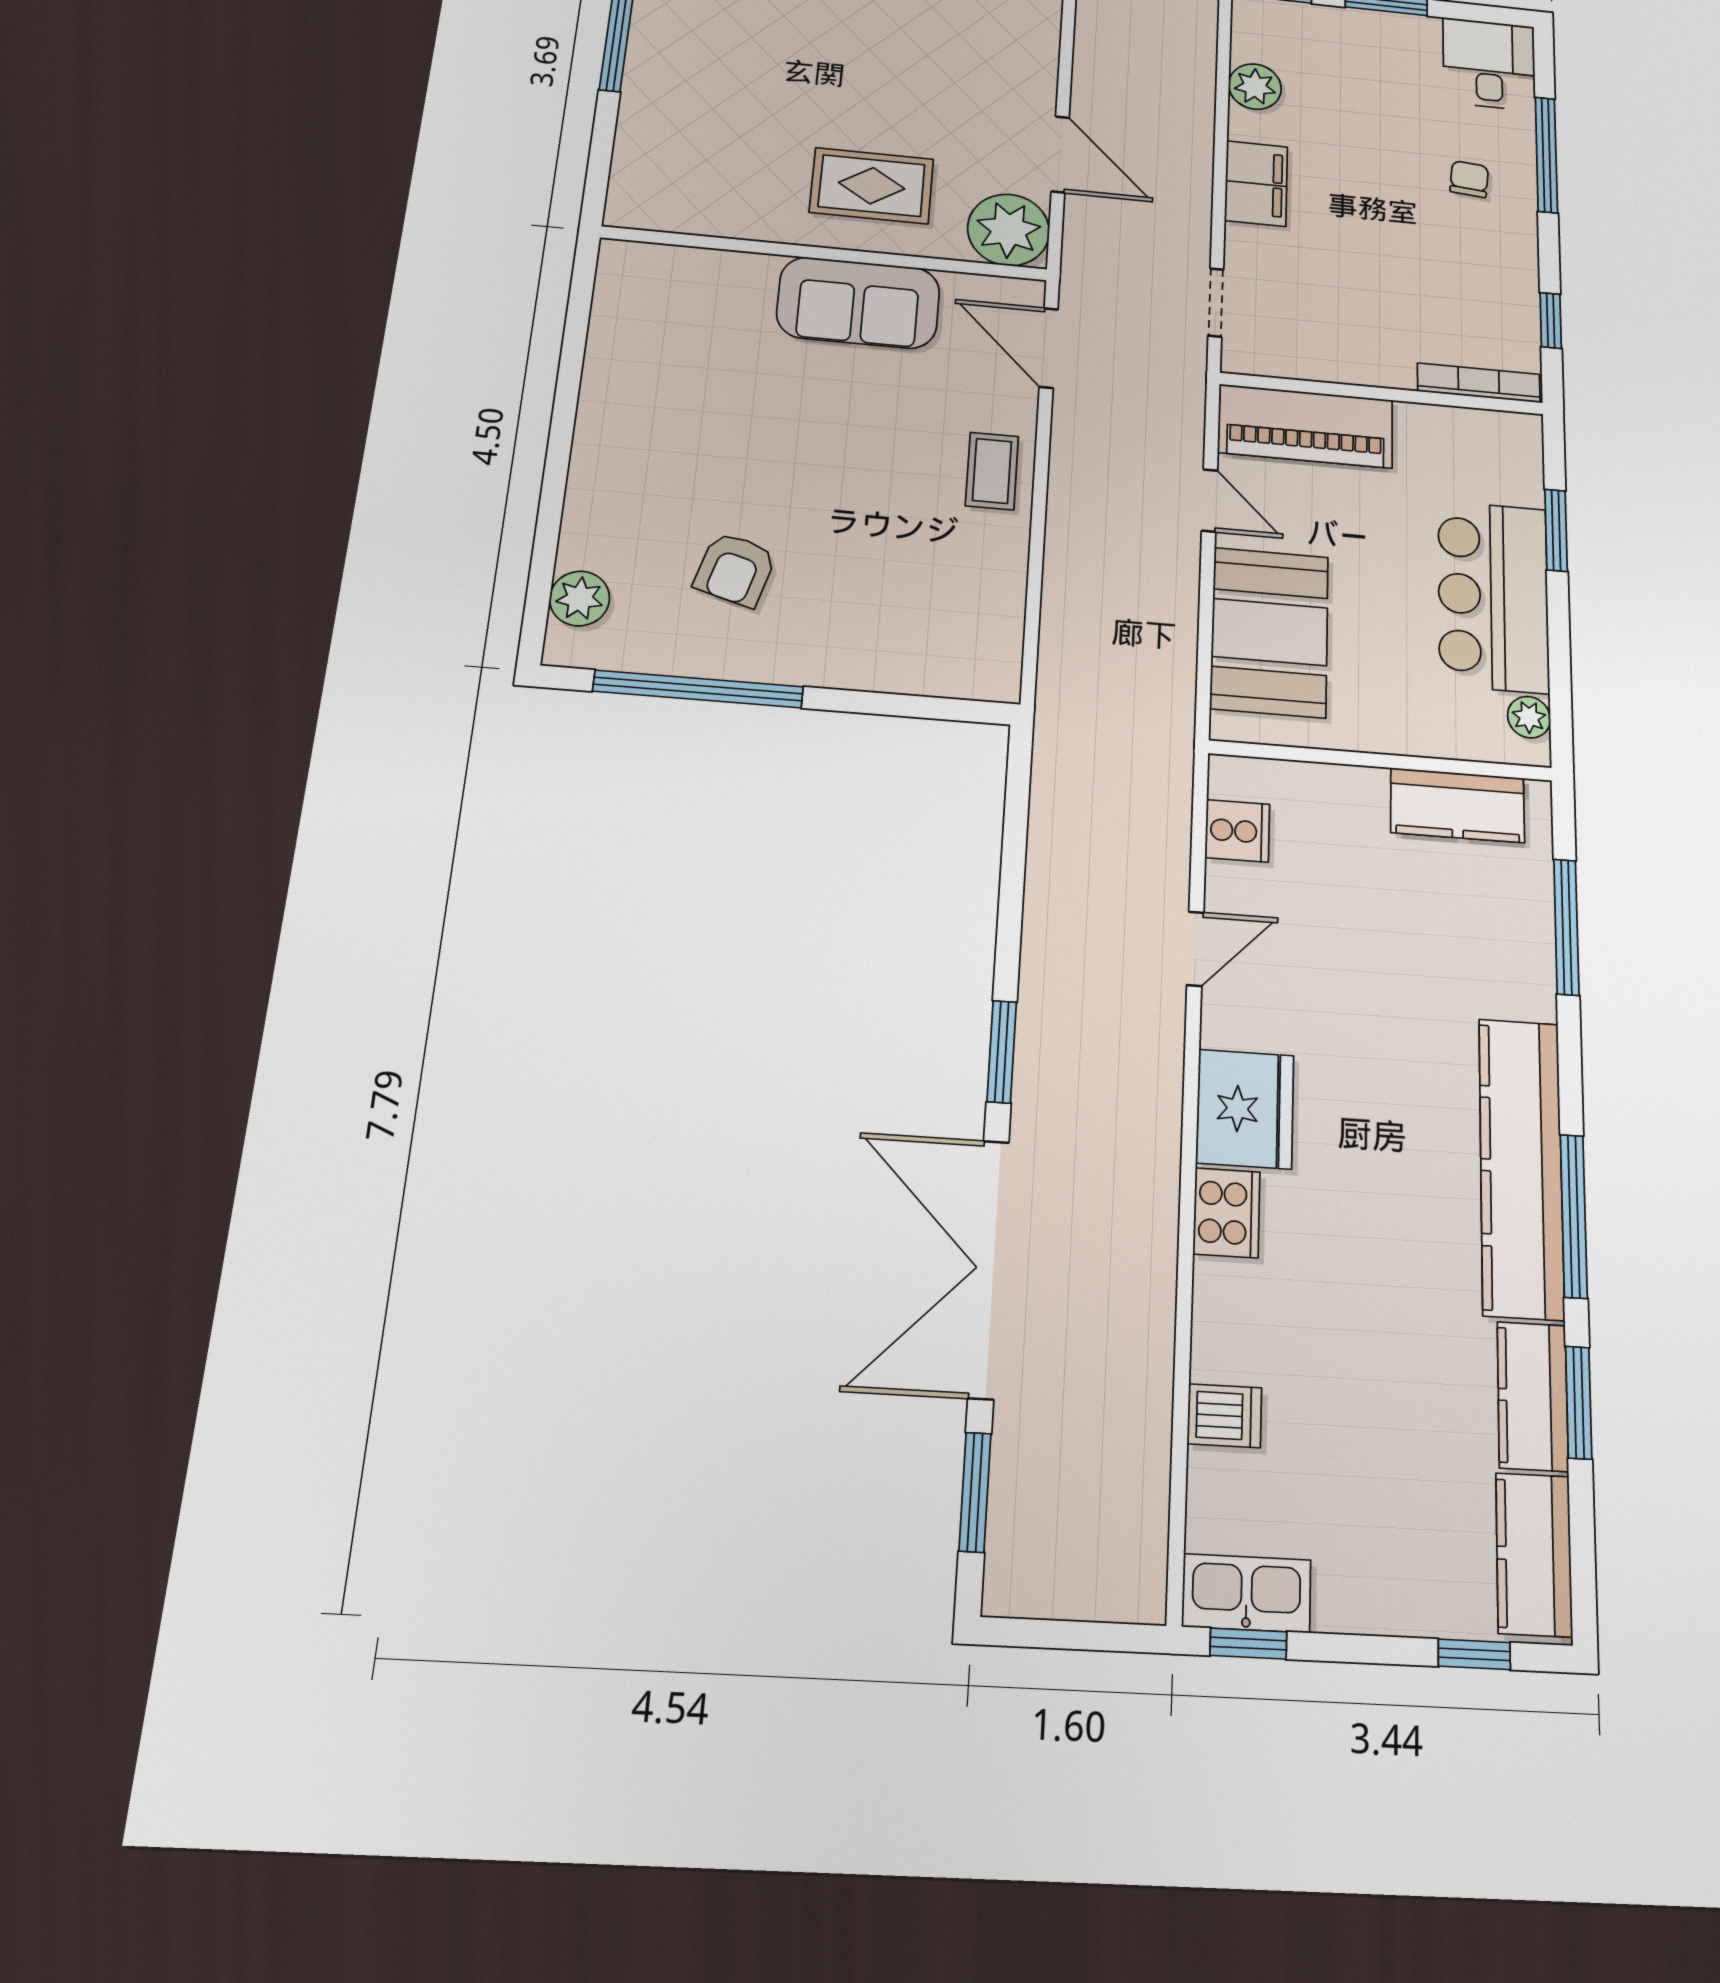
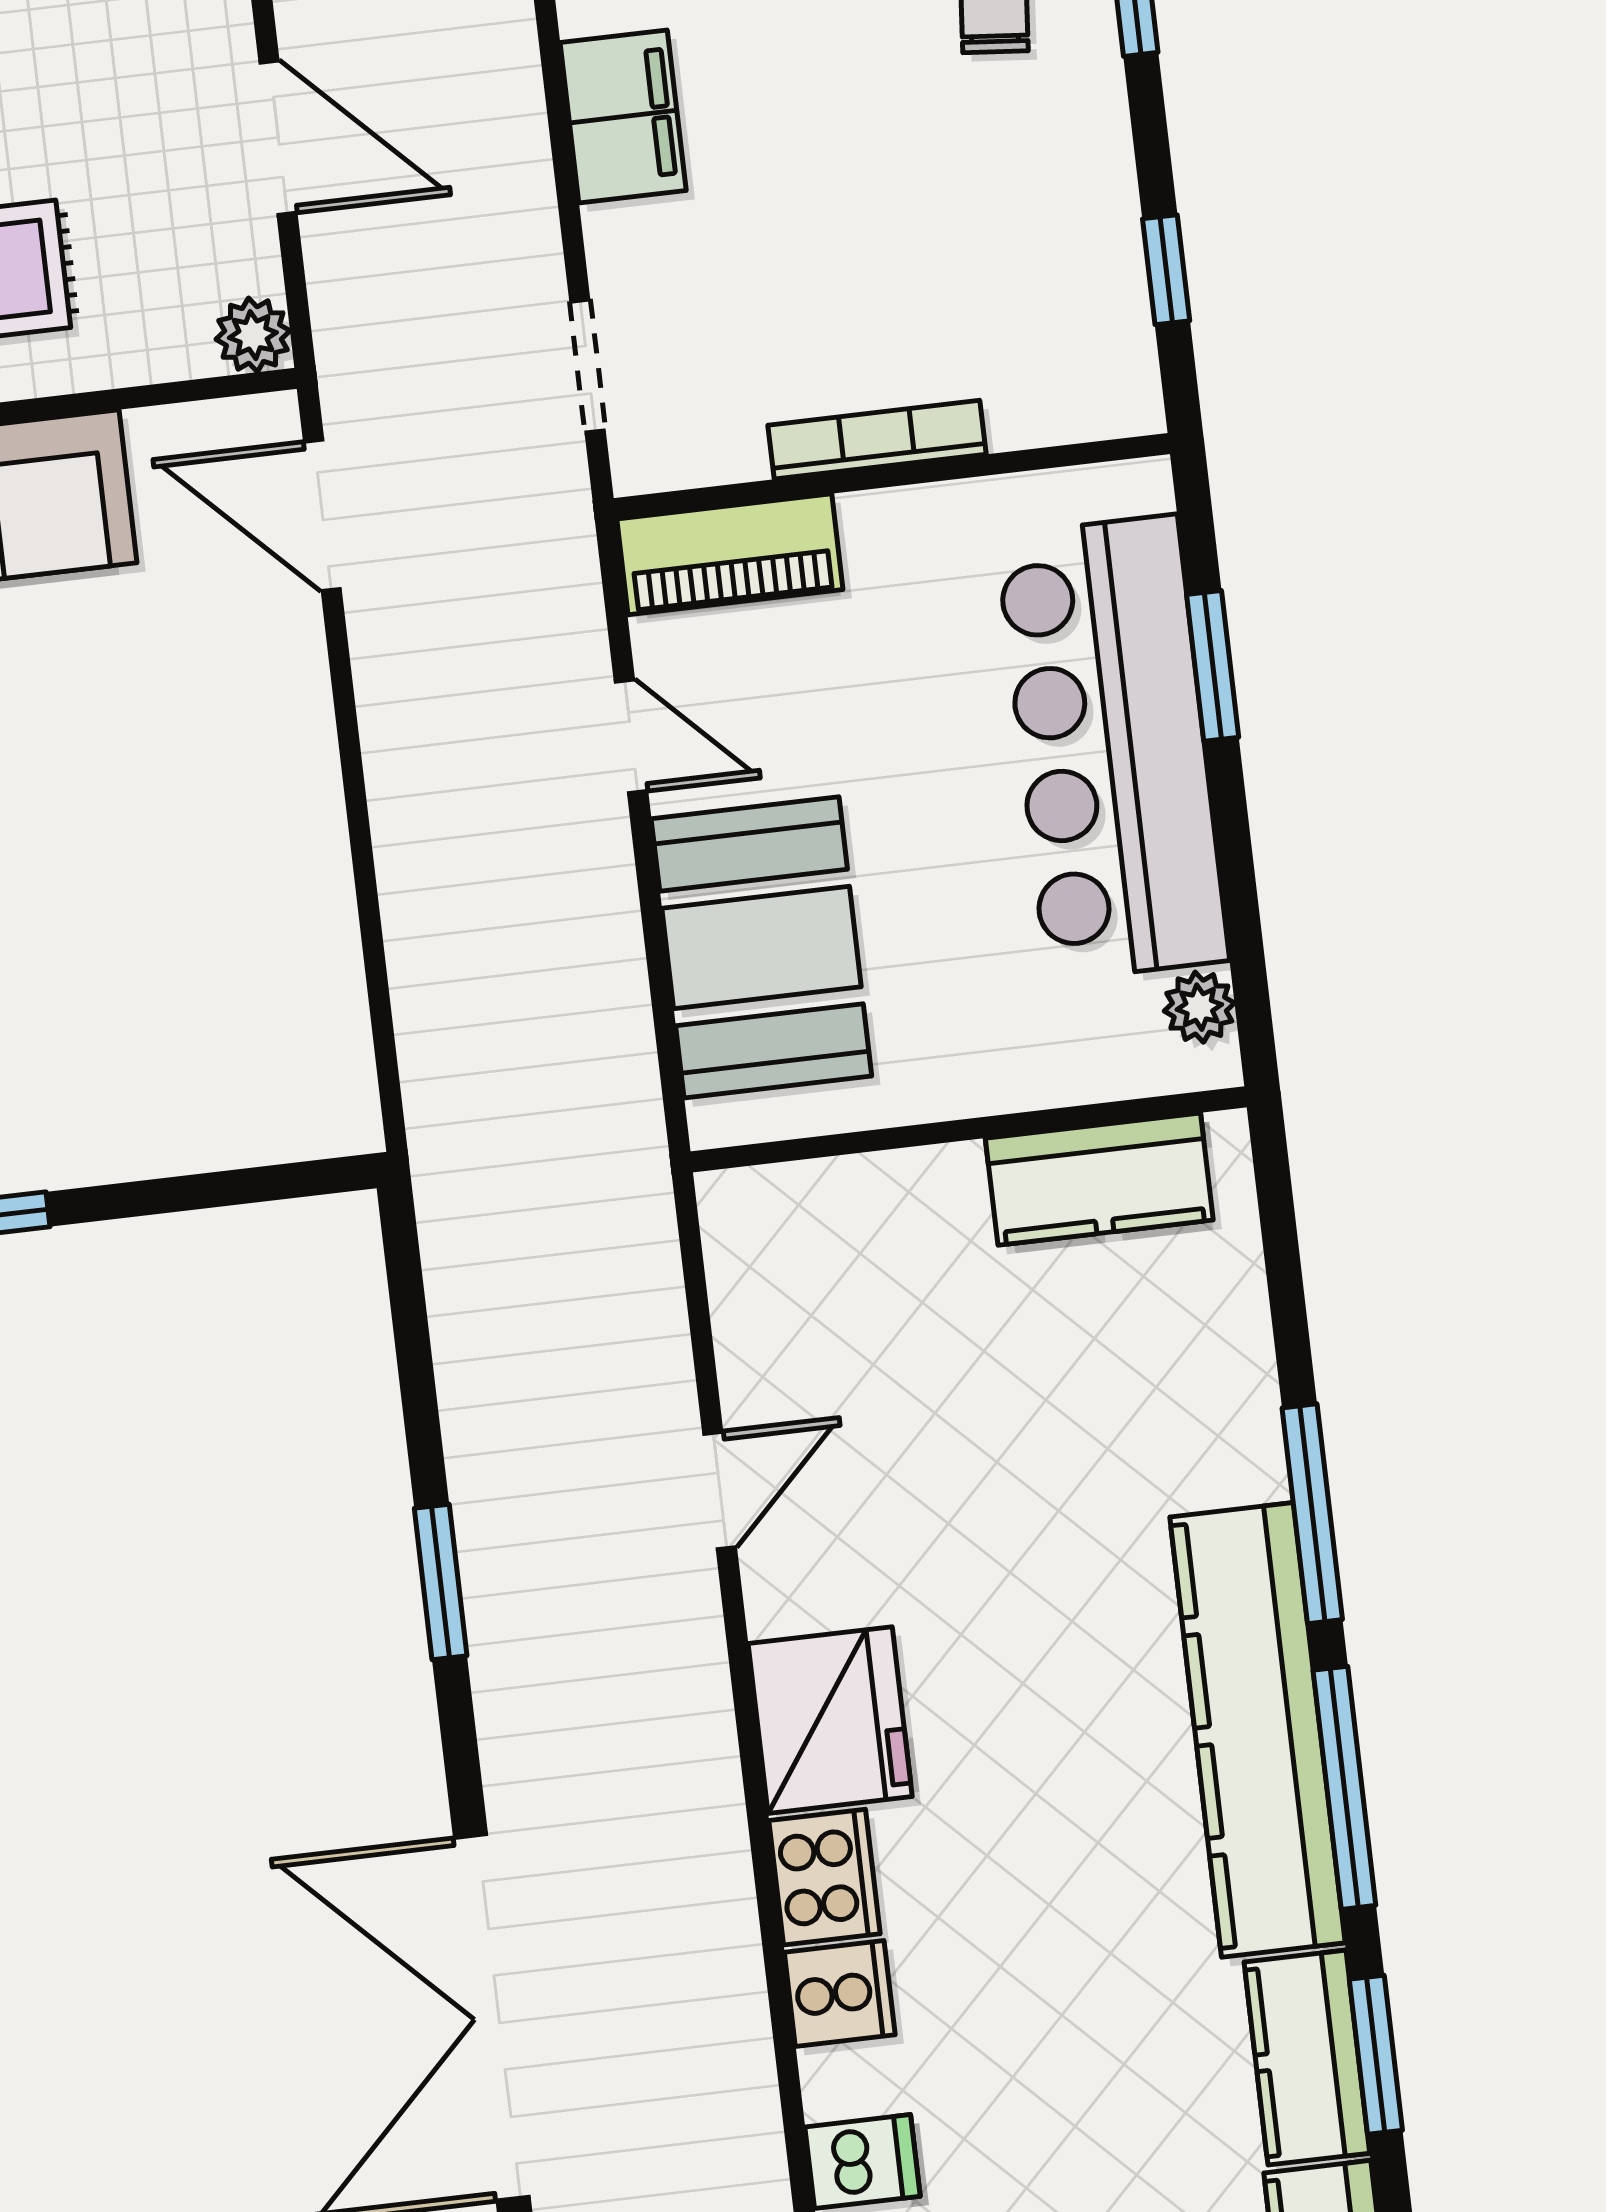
plant: (1009, 230) -> (253, 335), width x0.53, depth x0.53
bookcase: (1479, 383) -> (877, 440), moved
piano: (1306, 426) -> (730, 554), width x0.73, depth x0.75
coffee table: (992, 471) -> (270, 760), removed
bar counter: (1493, 596) -> (1112, 748), width x1.36
cooker: (1237, 831) -> (840, 1994), moved
window: (1566, 927) -> (1312, 1514), moved
window: (1002, 1052) -> (441, 1582), moved

